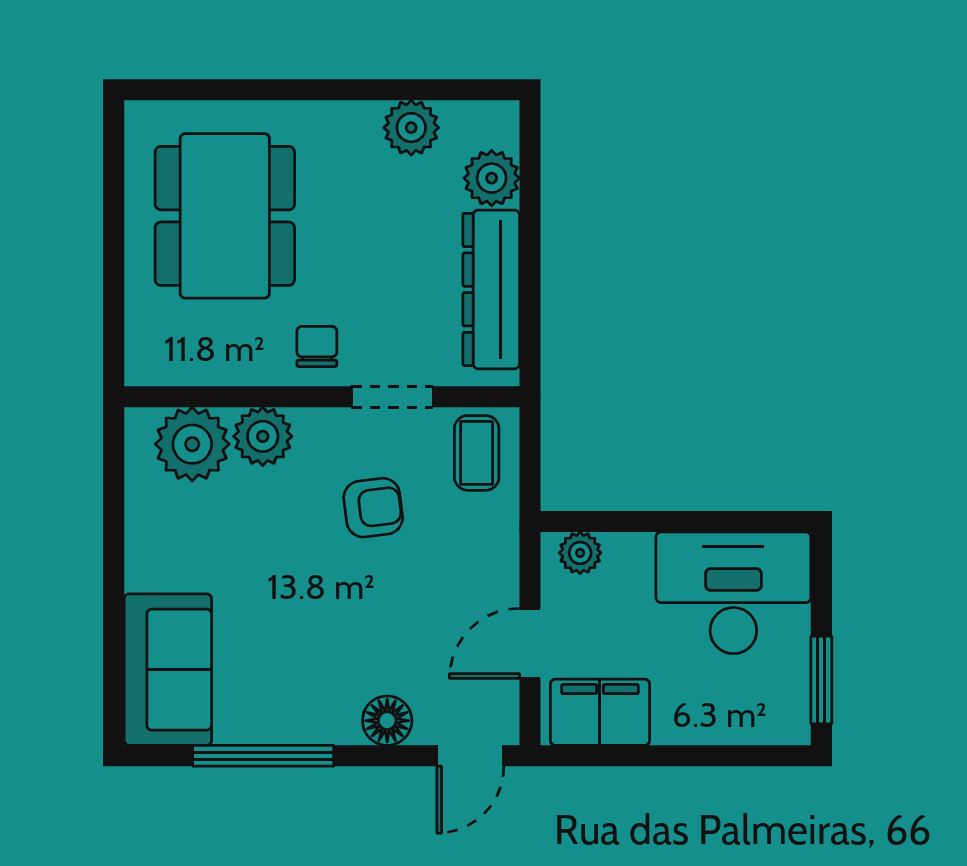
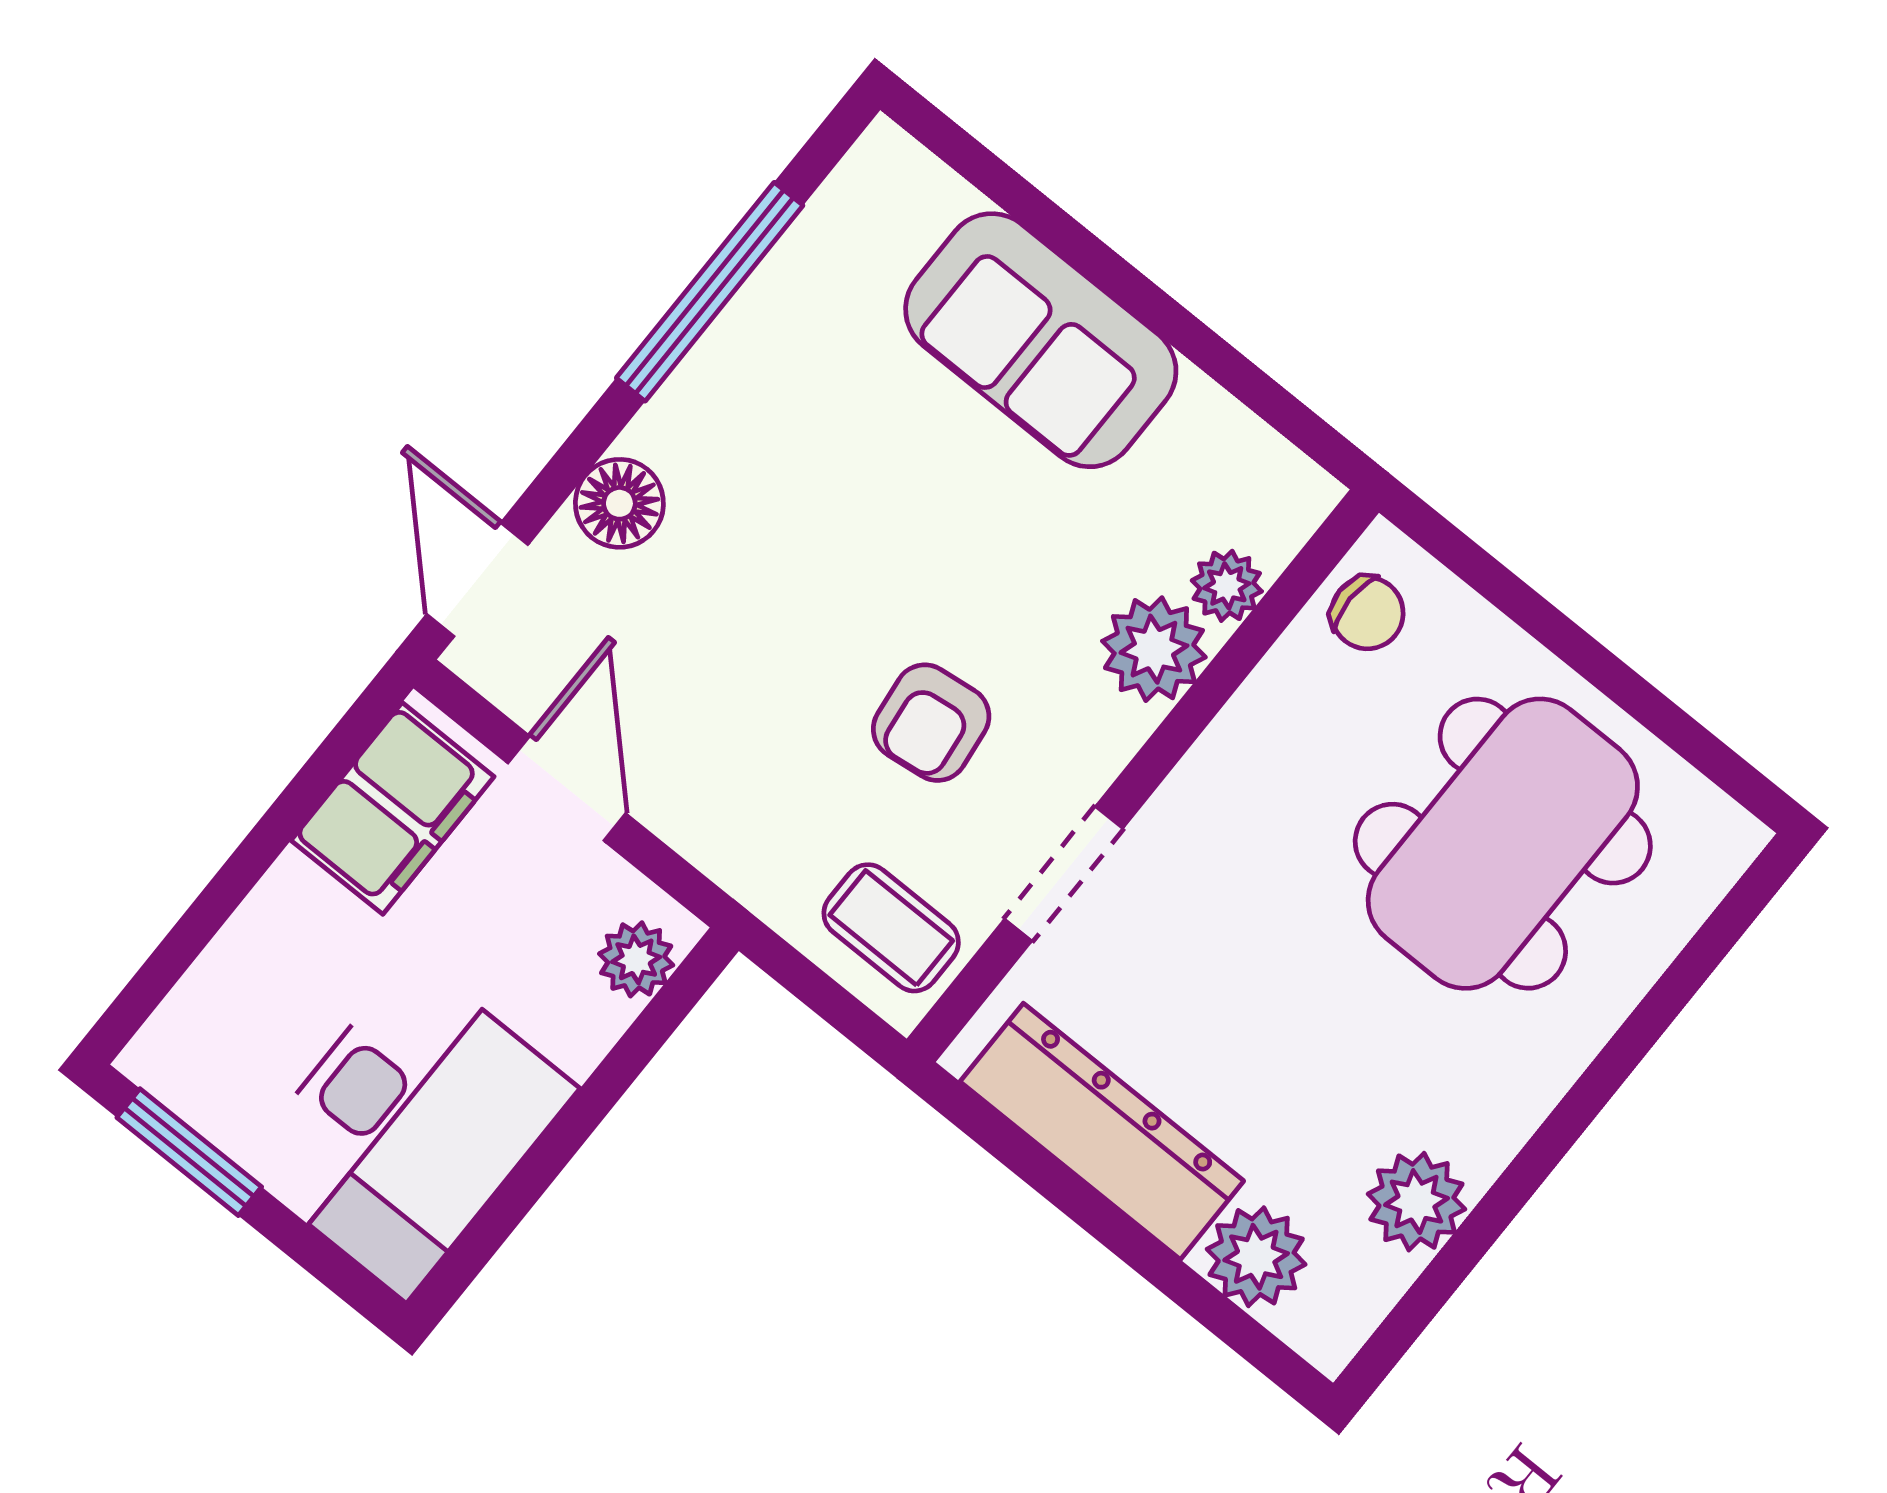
dining table: (225, 216) -> (1503, 844), turned 90
chair: (317, 346) -> (1367, 613), moved
plant: (192, 444) -> (1227, 586), width x0.53, depth x0.53
sofa: (168, 670) -> (1041, 340), moved

